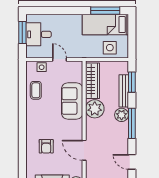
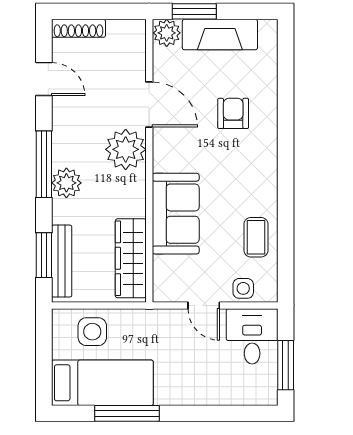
window: (105, 11) -> (127, 413), moved
desk: (39, 34) -> (252, 336), moved, turned -90
bench: (124, 91) -> (62, 261), moved
plant: (95, 109) -> (126, 149), moved

